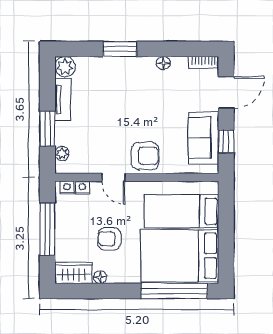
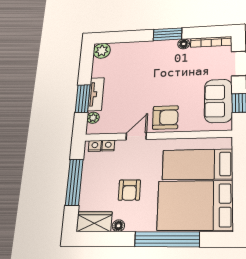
window: (120, 49) -> (168, 34), moved
bookcase: (204, 62) -> (211, 42), width x1.56
tv unit: (63, 100) -> (96, 94), moved
door: (113, 177) -> (136, 136), swing flipped
armchair: (109, 239) -> (129, 190), turned -90
window: (174, 291) -> (167, 239), moved

